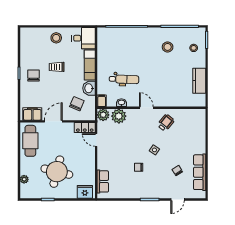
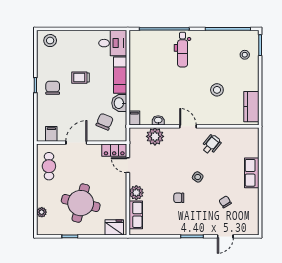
stool: (56, 38) -> (50, 41), moved
stool: (168, 47) -> (217, 90), moved
dental chair: (124, 79) -> (183, 50), moved, turned 88
kitchen counter: (199, 81) -> (251, 107), moved
filing cabinet: (32, 114) -> (51, 134), width x0.50
plant: (103, 115) -> (136, 193), moved
cafe table: (30, 141) -> (49, 166), width x0.73, depth x0.74
row of seats: (200, 172) -> (252, 173), moved, width x0.68

